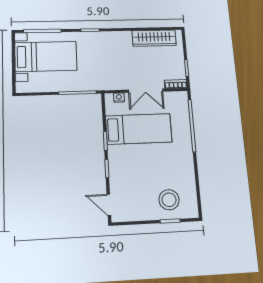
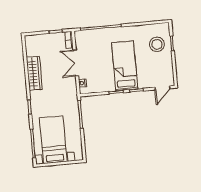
wardrobe: (154, 38) -> (34, 73), moved
double door: (146, 91) -> (76, 63), swing flipped
bed: (139, 129) -> (125, 66), moved

